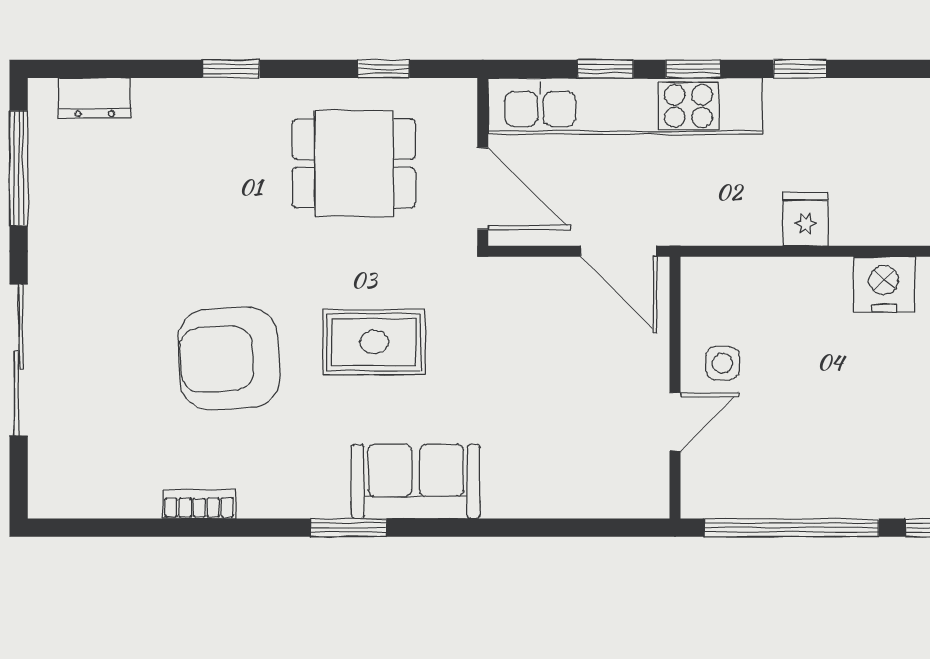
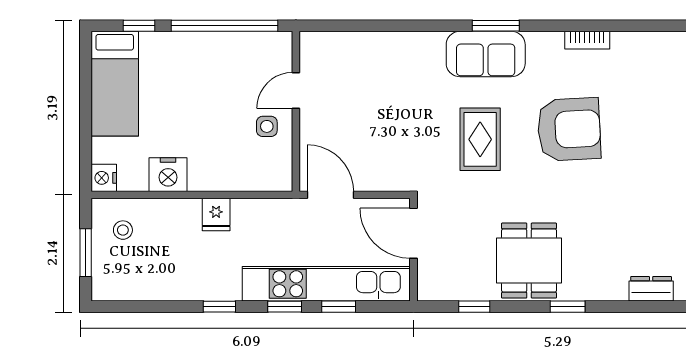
dining table: (354, 163) -> (529, 261), moved, turned 90
rug: (374, 342) -> (480, 139), turned 90
sofa: (416, 481) -> (486, 54), moved

